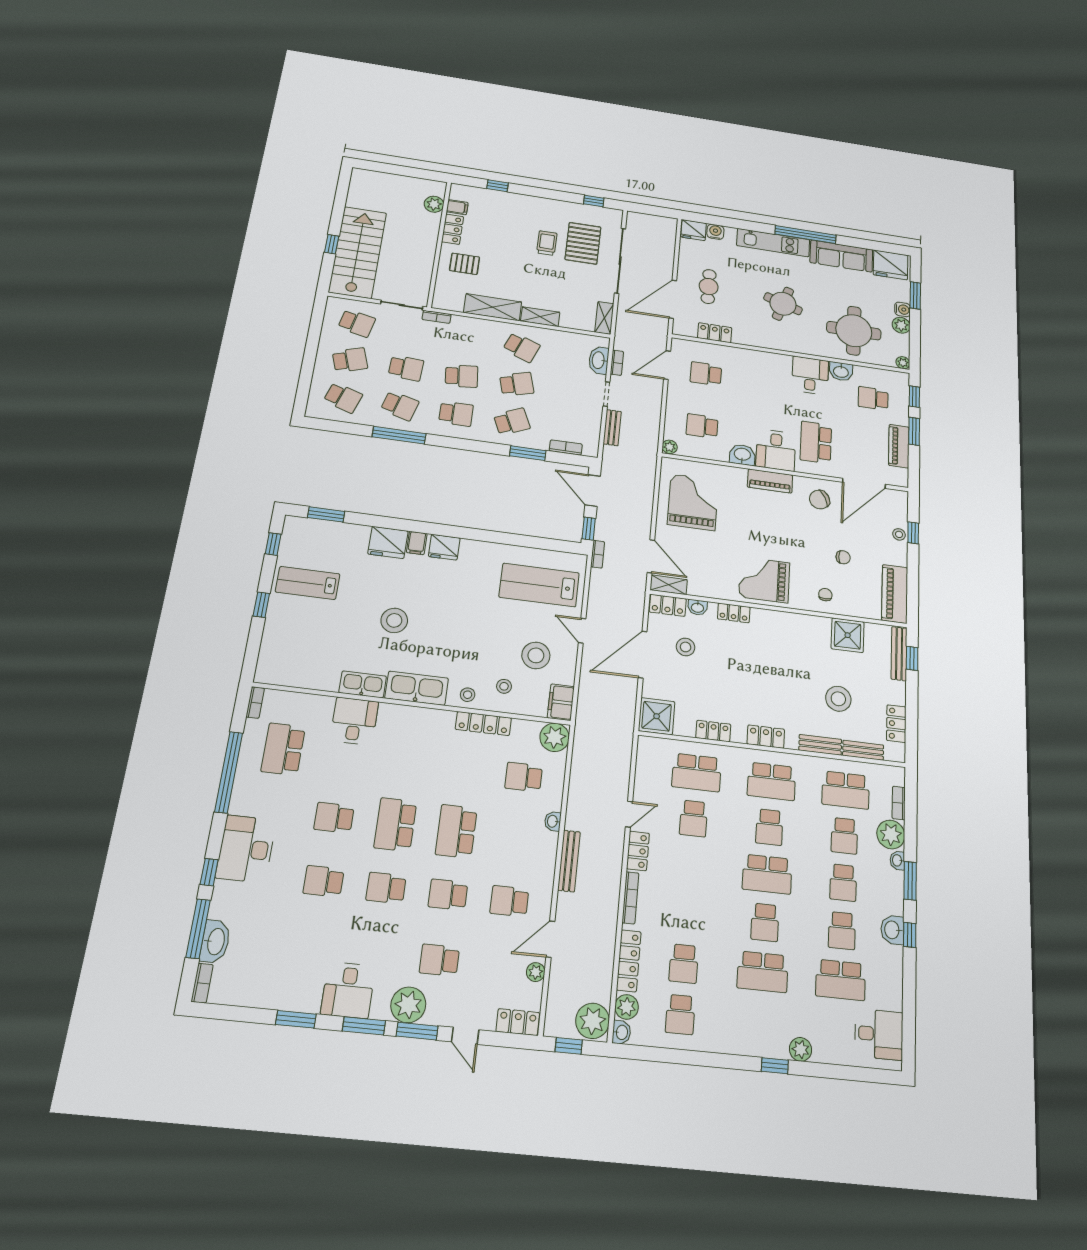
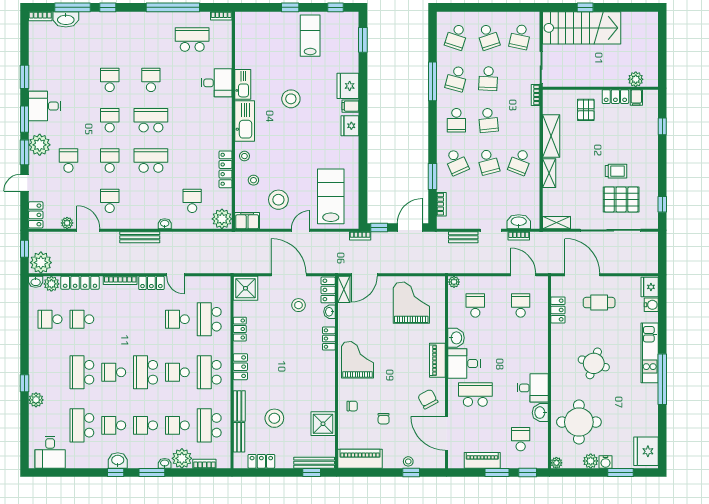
sofa: (841, 256) -> (647, 410), removed
grand piano: (693, 502) -> (411, 303), turned -90
desk: (246, 849) -> (125, 28), removed

